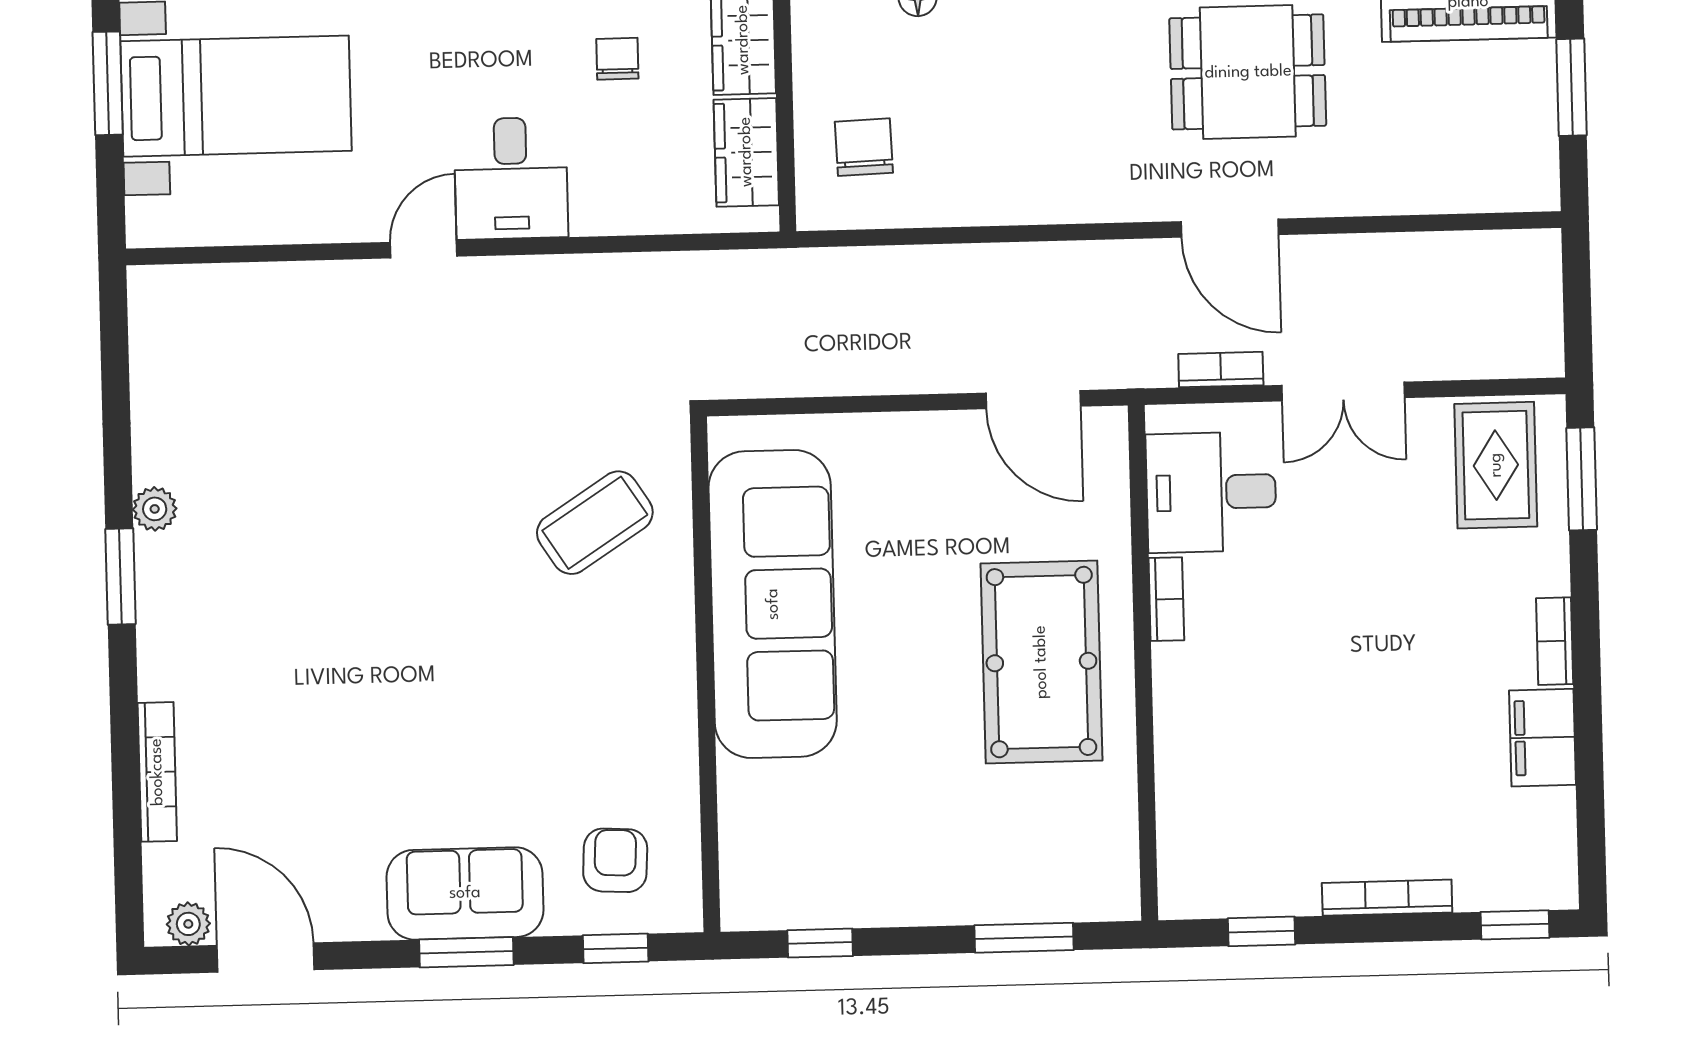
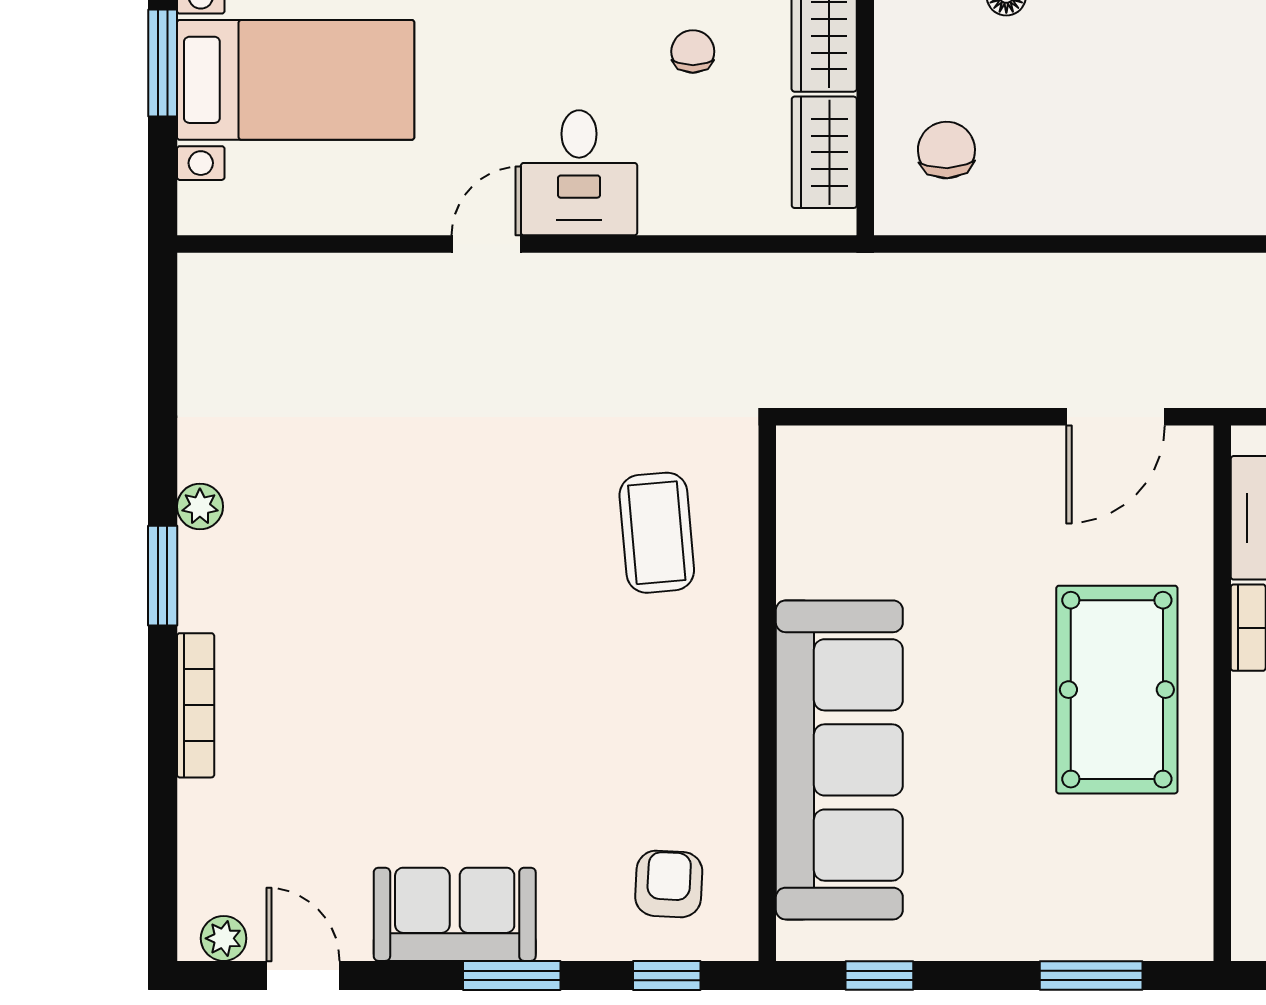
door: (1033, 400) -> (1115, 417), hinge flipped
coffee table: (595, 523) -> (657, 533), turned -62
sofa: (773, 604) -> (839, 760), moved
bookcase: (157, 772) -> (196, 705), moved
sofa: (465, 893) -> (455, 914), moved
door: (266, 958) -> (303, 975), width x0.73

